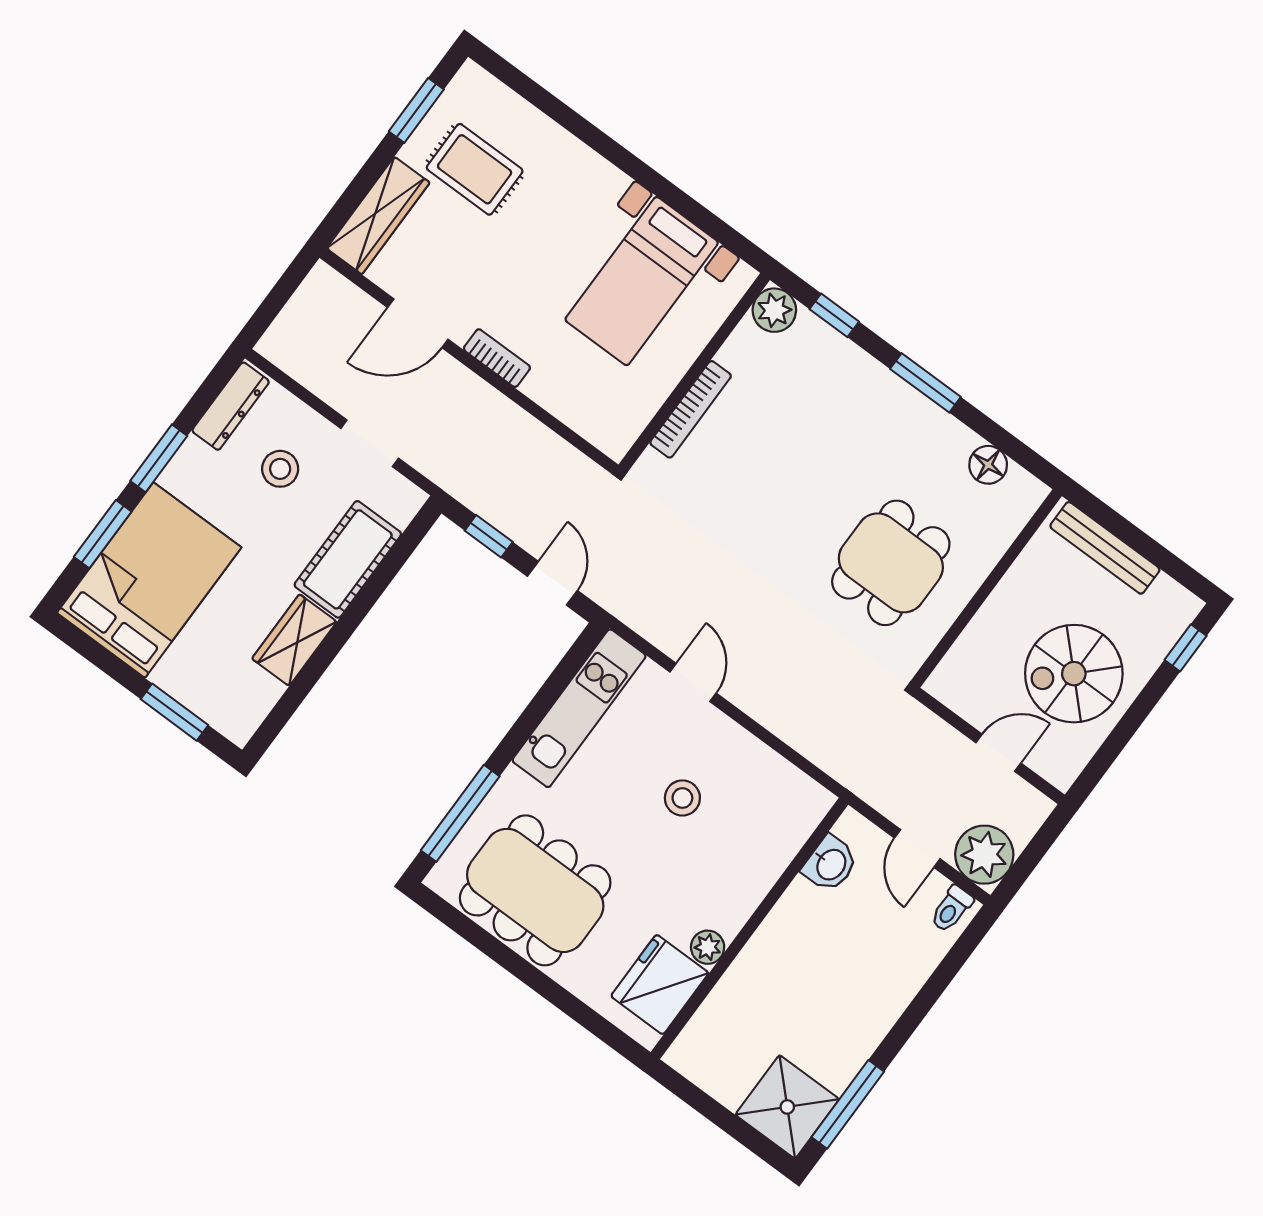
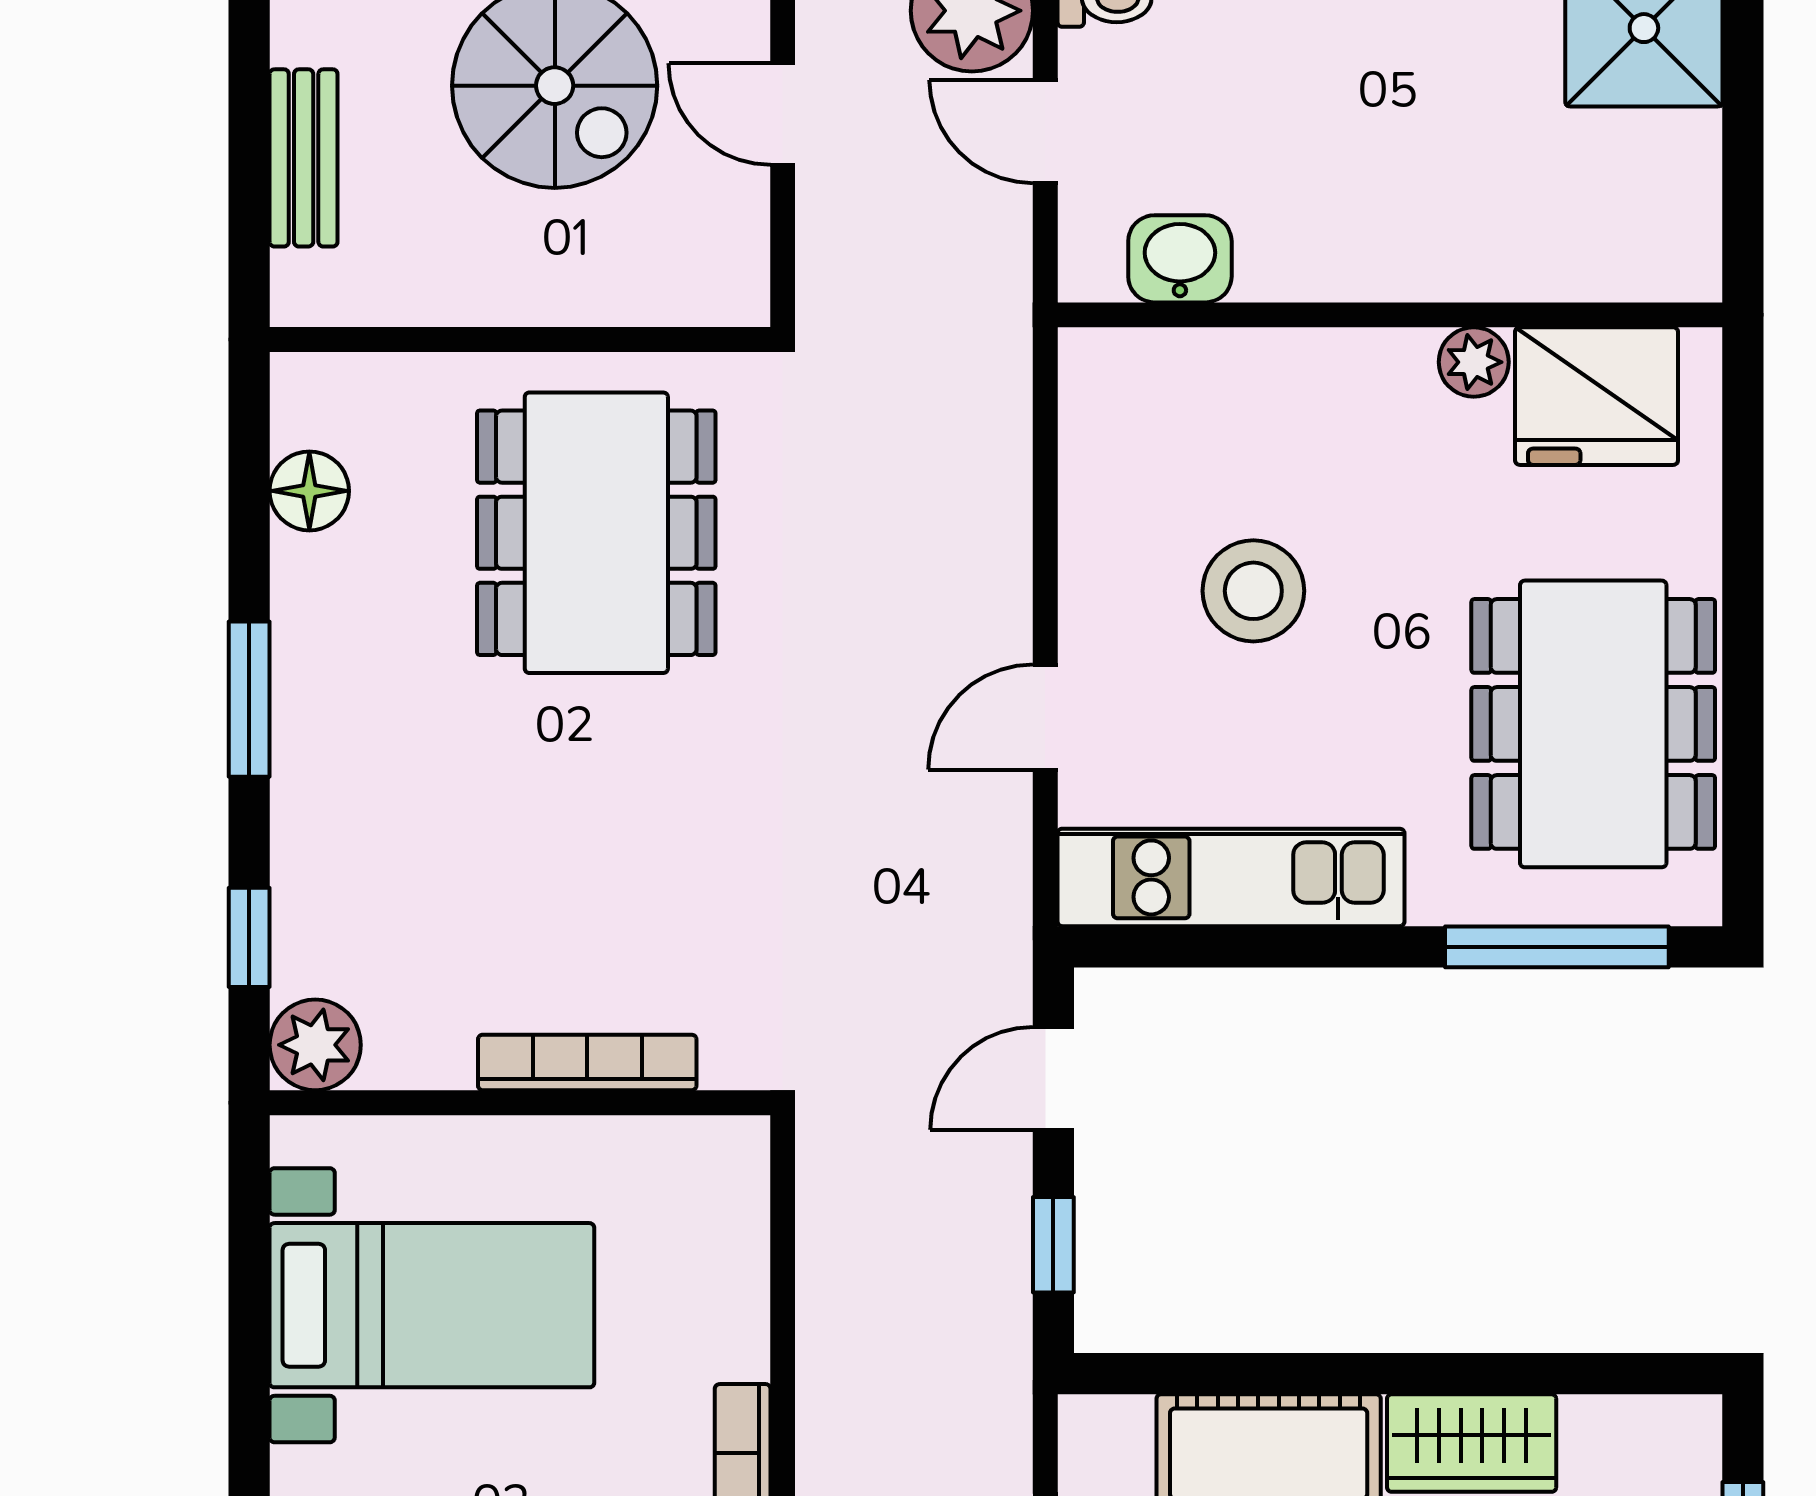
bench: (1105, 548) -> (304, 158), width x0.73
dining table: (891, 563) -> (596, 533), width x1.38
stool: (682, 798) -> (1253, 591), width x1.38, depth x1.38
door: (917, 848) -> (1045, 132), swing flipped

